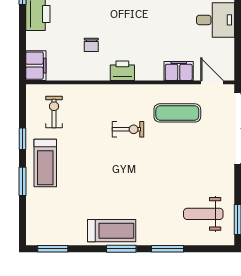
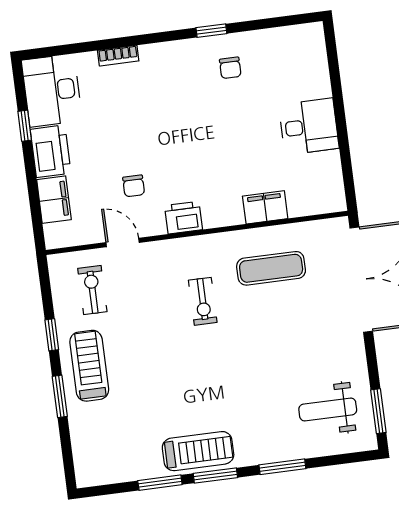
filing cabinet: (36, 66) -> (54, 200), moved
door: (212, 82) -> (123, 243), moved
exercise bike: (128, 129) -> (203, 301), turned 90
treadmill: (45, 163) -> (89, 366), turned 180
window: (53, 249) -> (160, 483), moved

